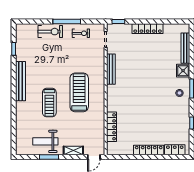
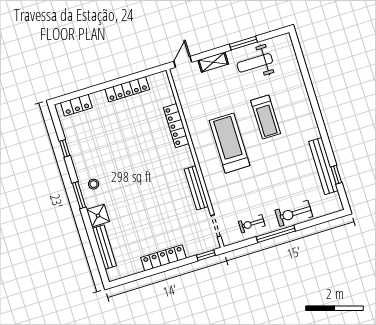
bench: (21, 81) -> (323, 166), moved
treadmill: (79, 92) -> (229, 143), turned 180
treadmill: (49, 103) -> (266, 117), turned 180
locker: (112, 127) -> (176, 126), moved
weight bench: (45, 141) -> (255, 63), turned 180
locker: (149, 150) -> (127, 89), moved

